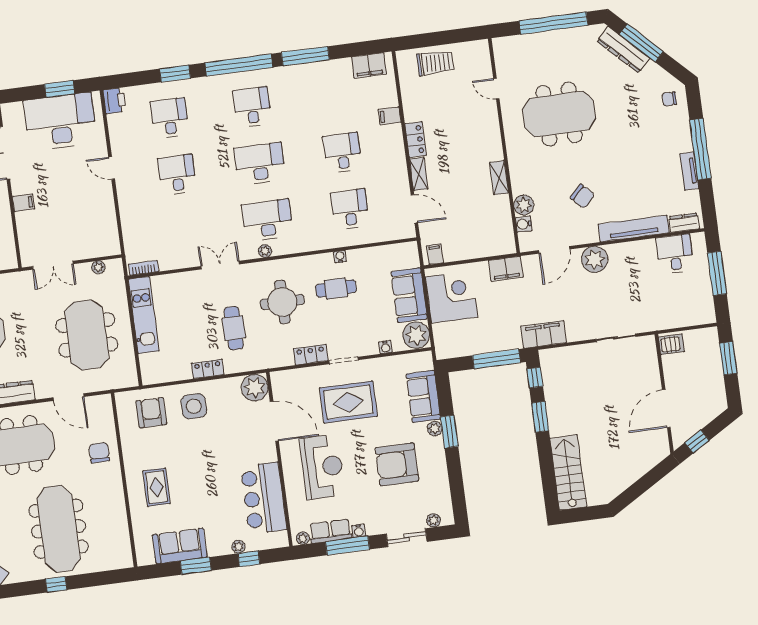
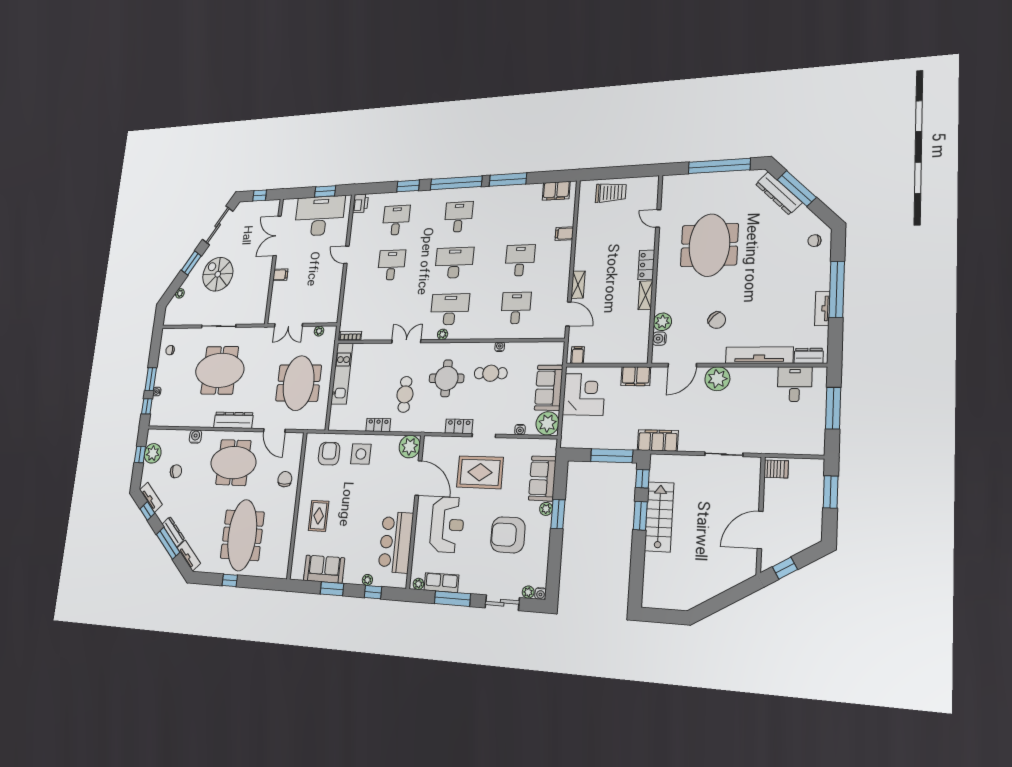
meeting table: (559, 114) -> (709, 245), turned 90
locker: (416, 140) -> (646, 265), moved, turned 180
stairs: (568, 472) -> (659, 517), moved
water cooler: (359, 531) -> (540, 594), moved

